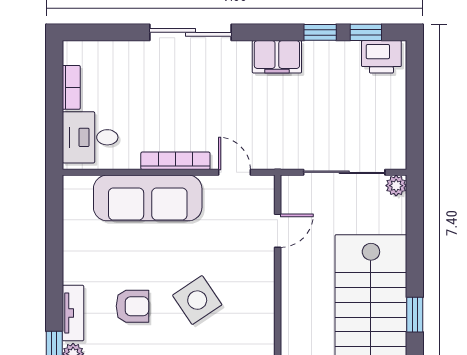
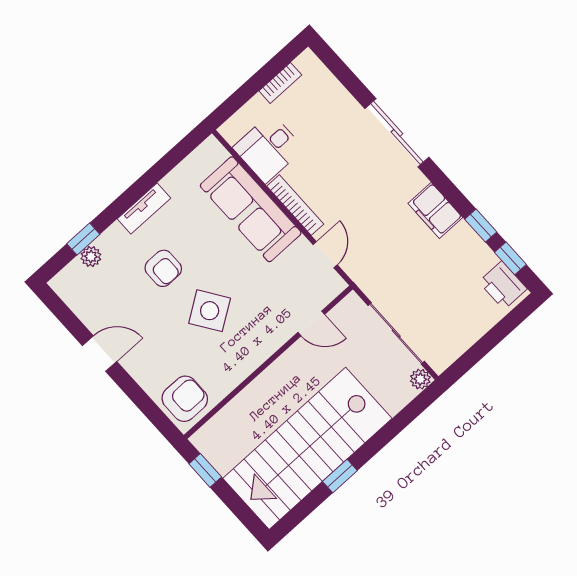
desk: (90, 137) -> (268, 148), moved, turned -90
tv unit: (73, 313) -> (144, 208), moved

